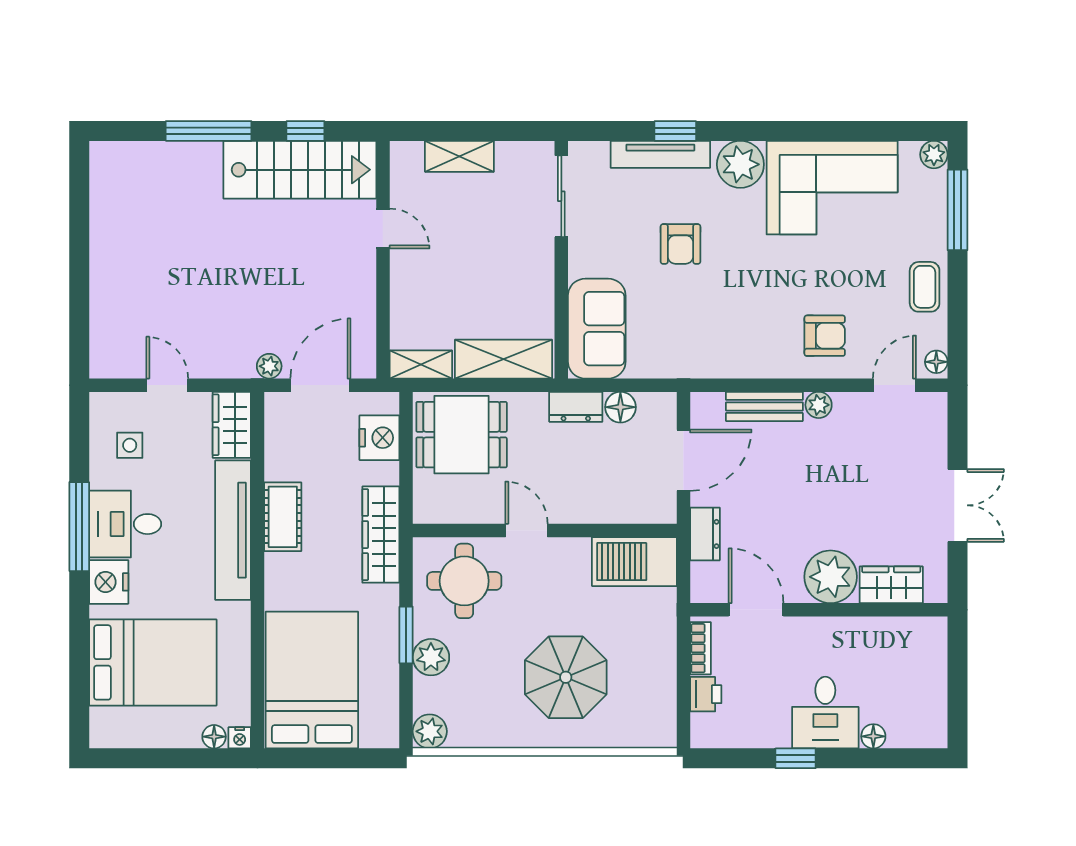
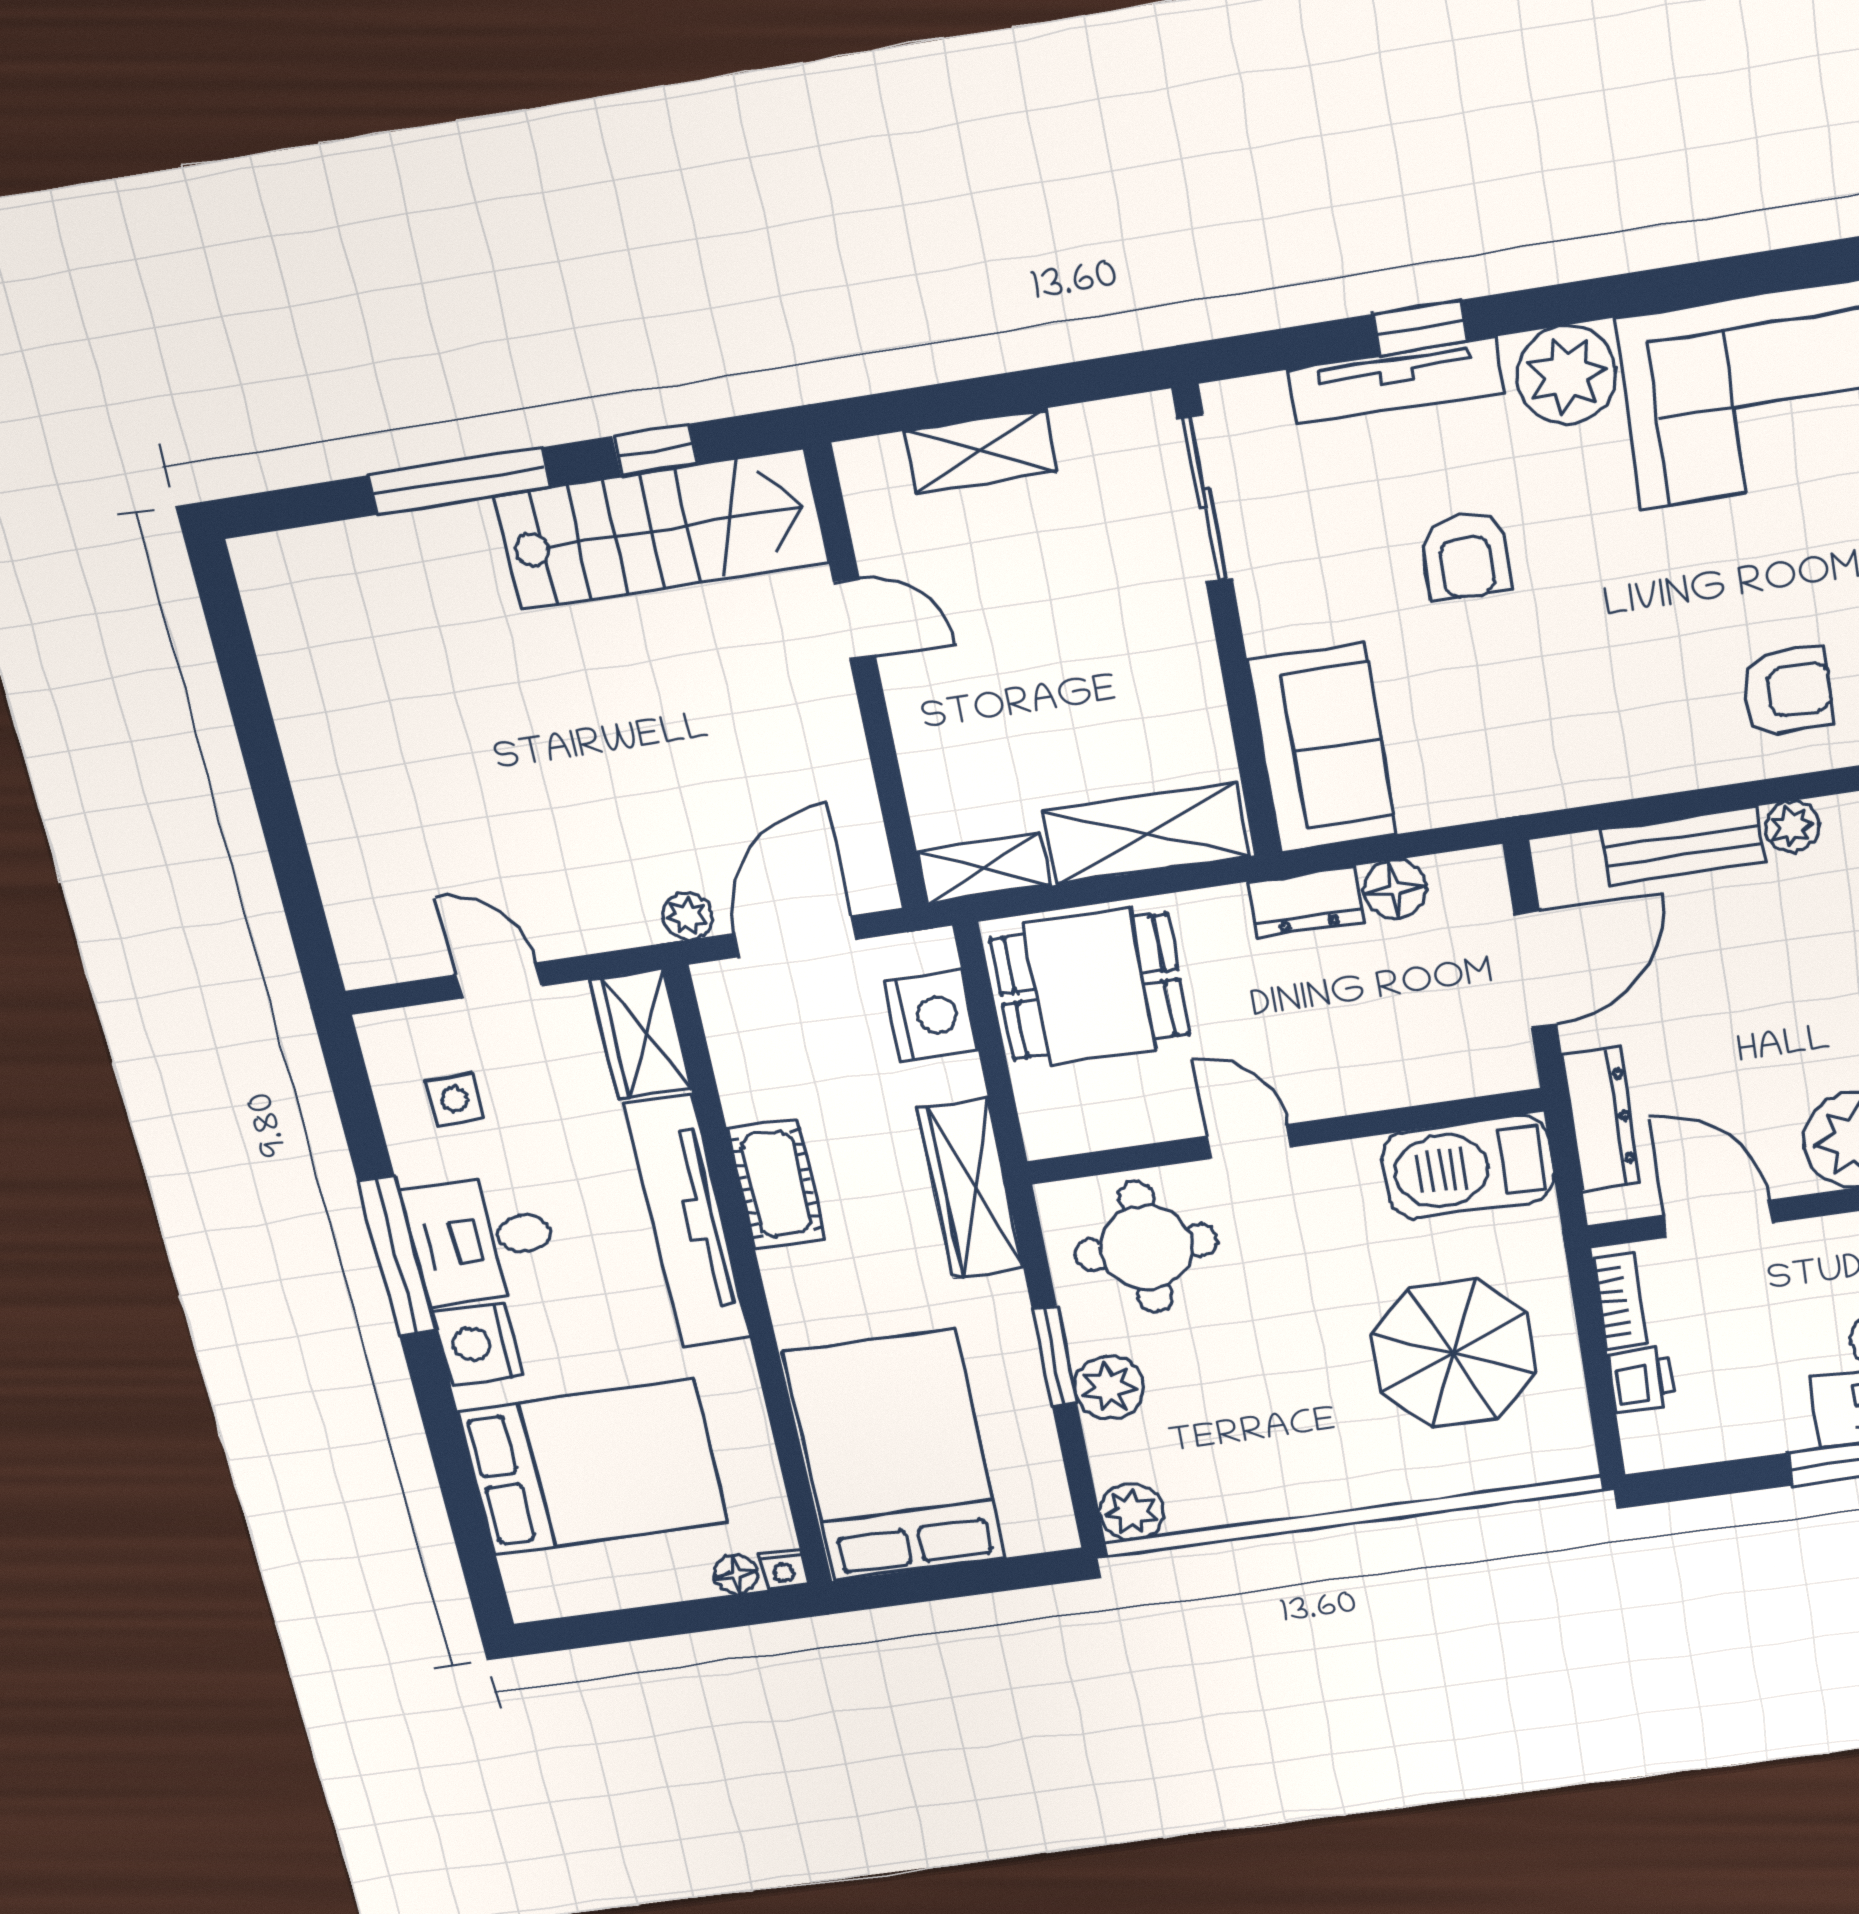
dresser: (705, 534) -> (1601, 1119), width x1.44
parasol: (566, 677) -> (1454, 1354), moved

